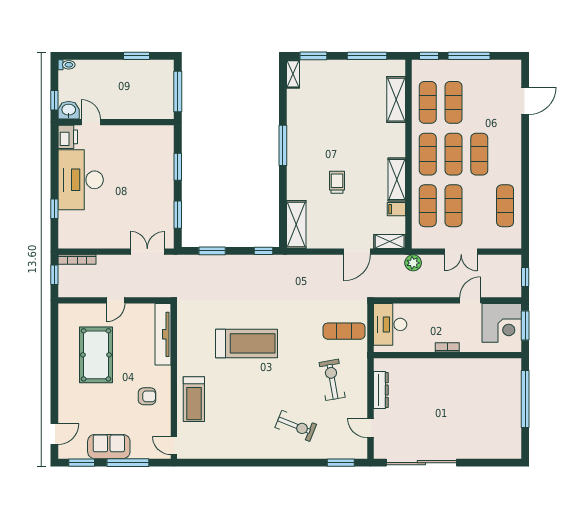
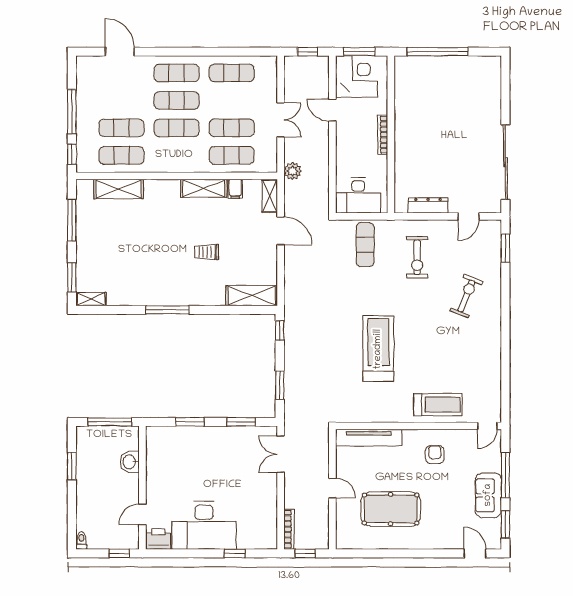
washbasin: (69, 110) -> (130, 462), moved
exercise mat: (428, 154) -> (177, 73), moved
bookcase: (447, 347) -> (383, 135), width x1.56
exercise bike: (332, 380) -> (417, 257), turned -80

